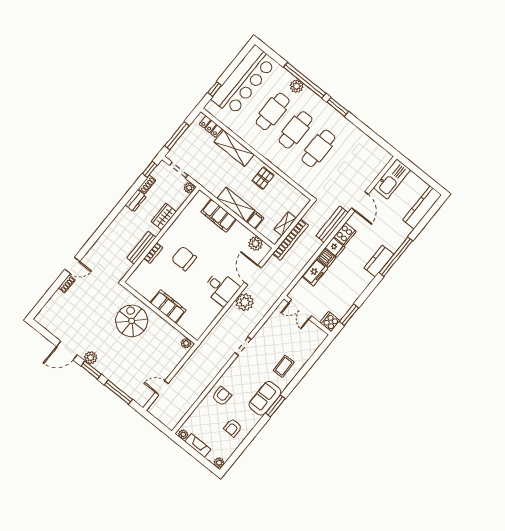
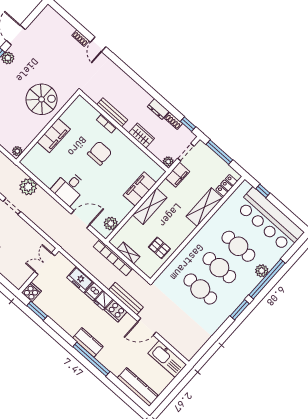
pallet: (263, 178) -> (159, 248), moved
filing cabinet: (255, 220) -> (178, 175), moved, width x2.00
plant: (245, 302) -> (28, 187), moved

